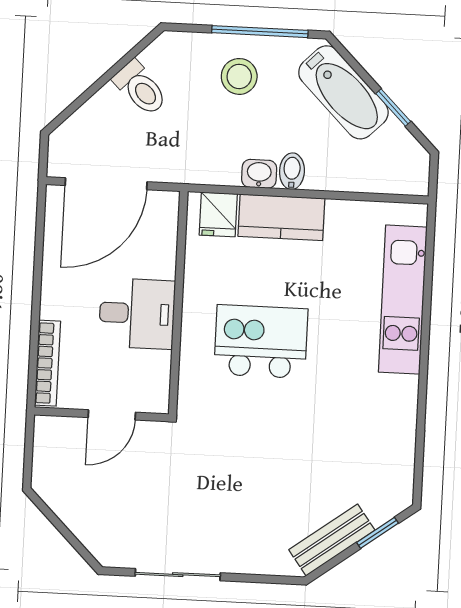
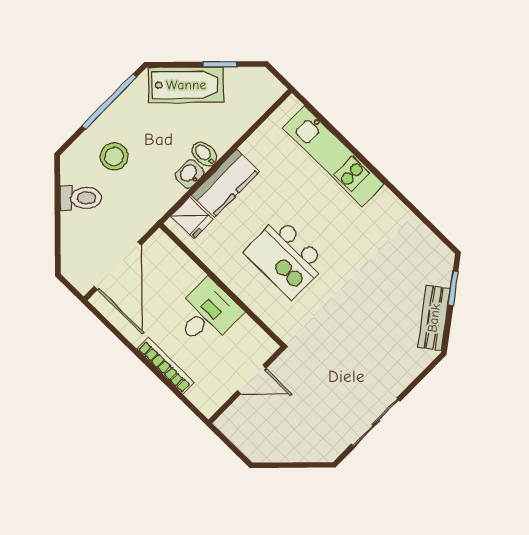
stool: (239, 76) -> (114, 157), moved
kitchen island: (261, 342) -> (286, 258), turned -90
bookcase: (47, 363) -> (166, 366), moved
door: (112, 415) -> (252, 379), hinge flipped

